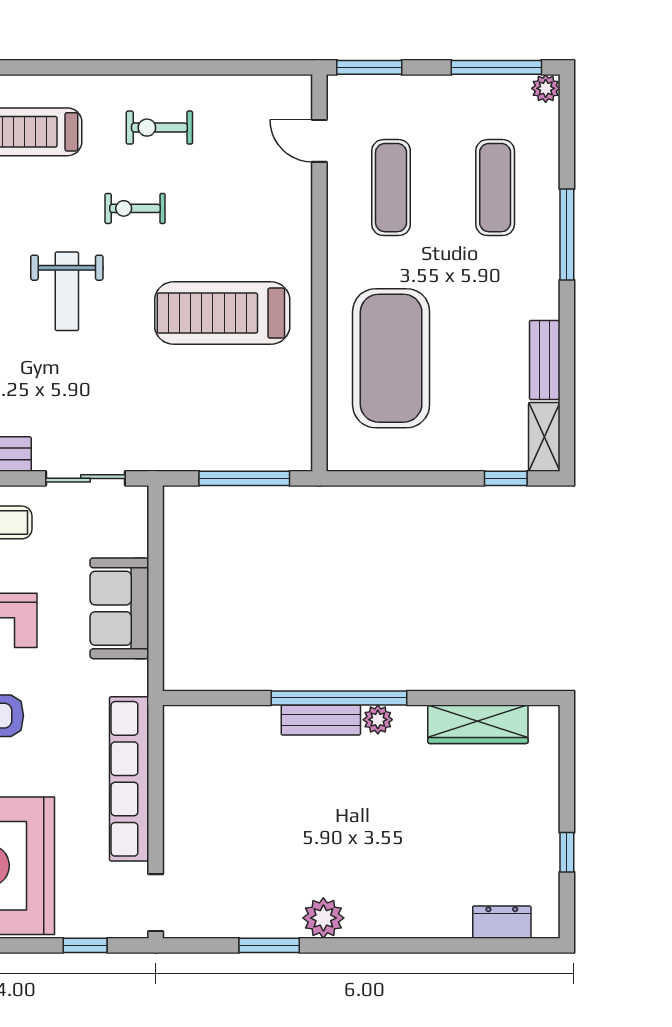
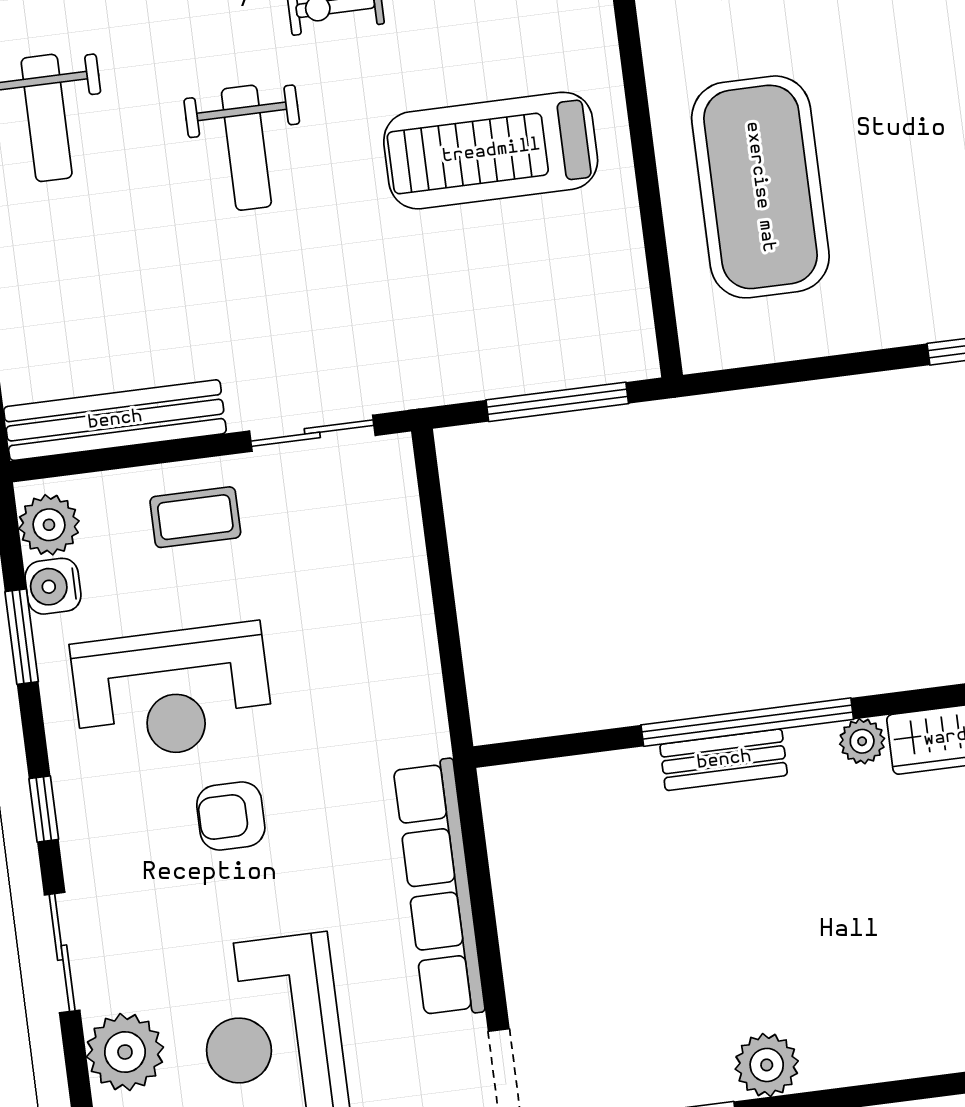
sofa: (119, 608) -> (390, 627), removed
plant: (378, 720) -> (862, 741), moved

